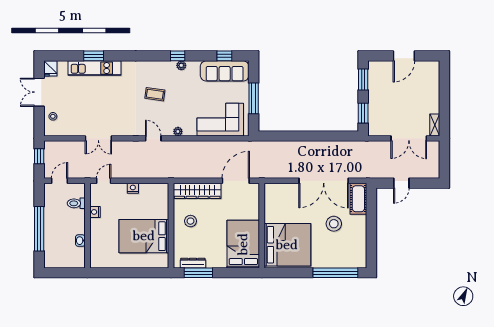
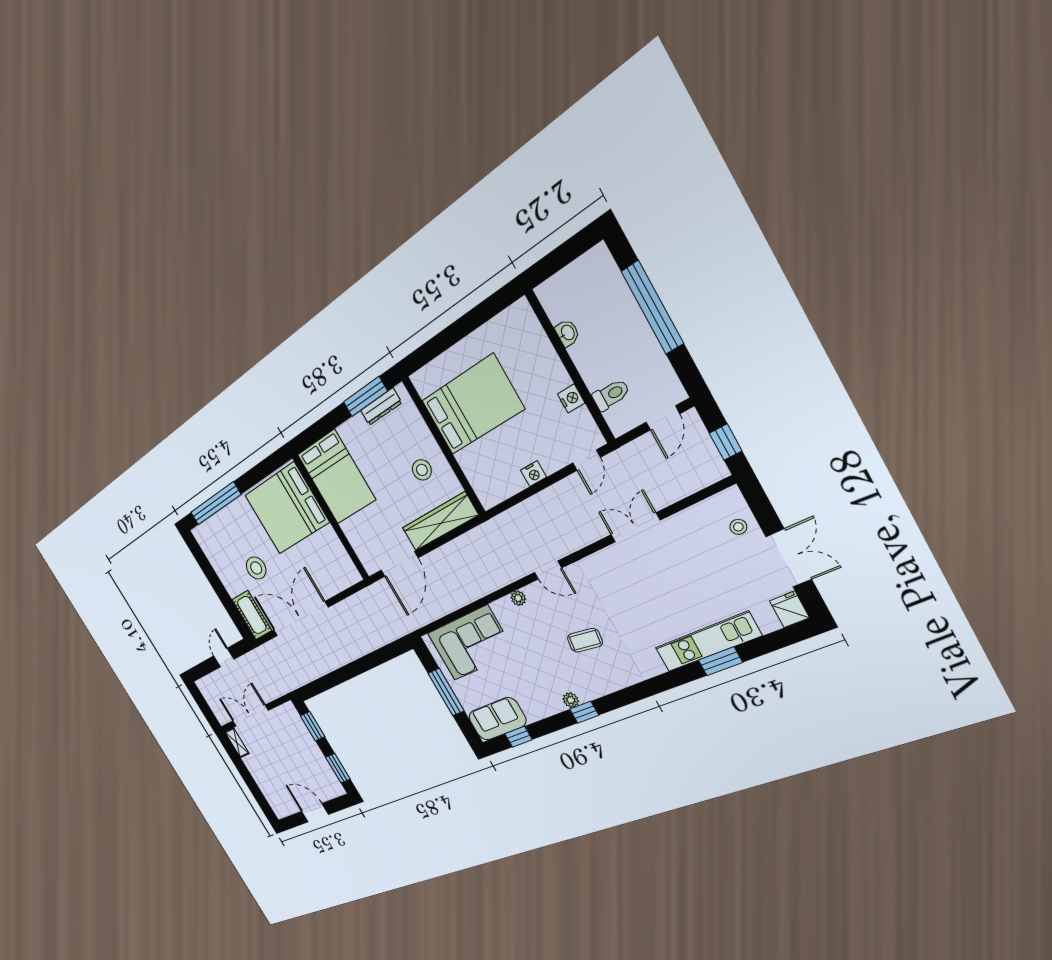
door: (404, 56) -> (315, 813), hinge flipped
sofa: (225, 71) -> (497, 719), width x0.73

